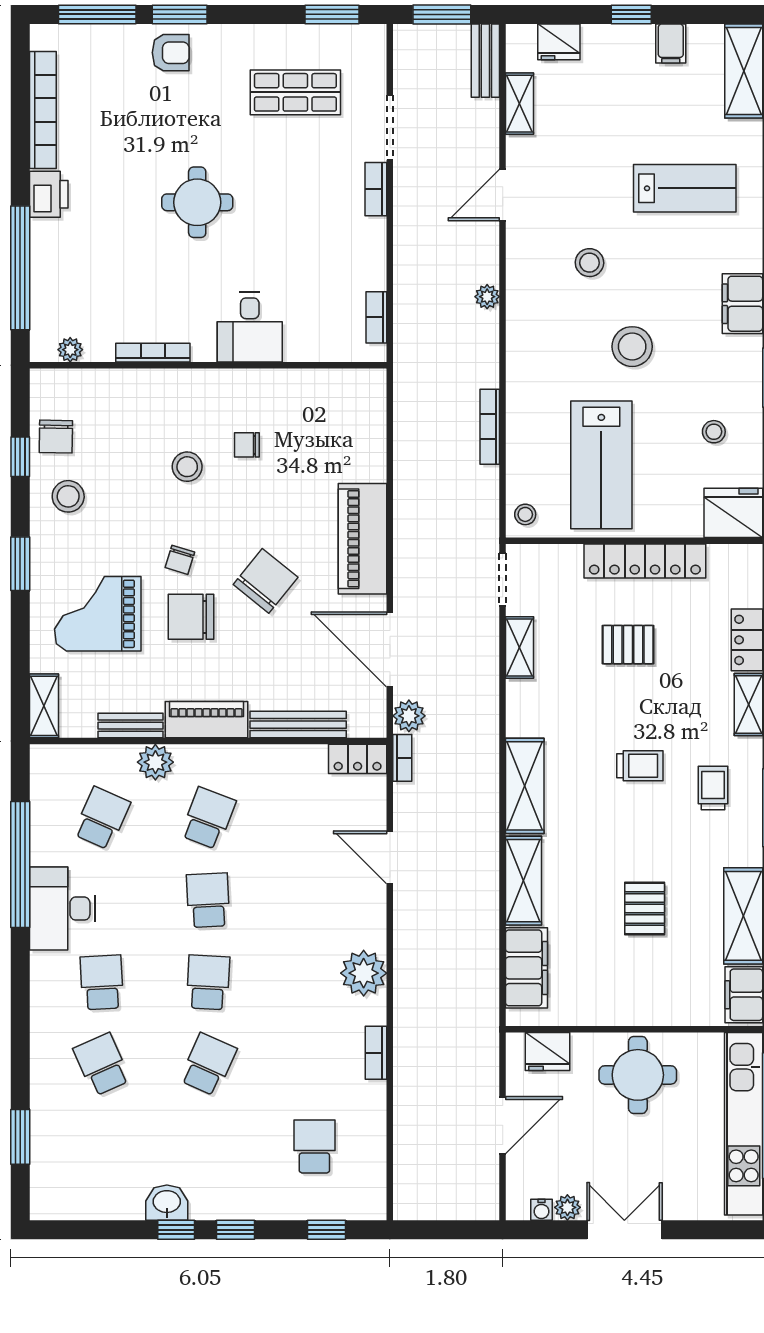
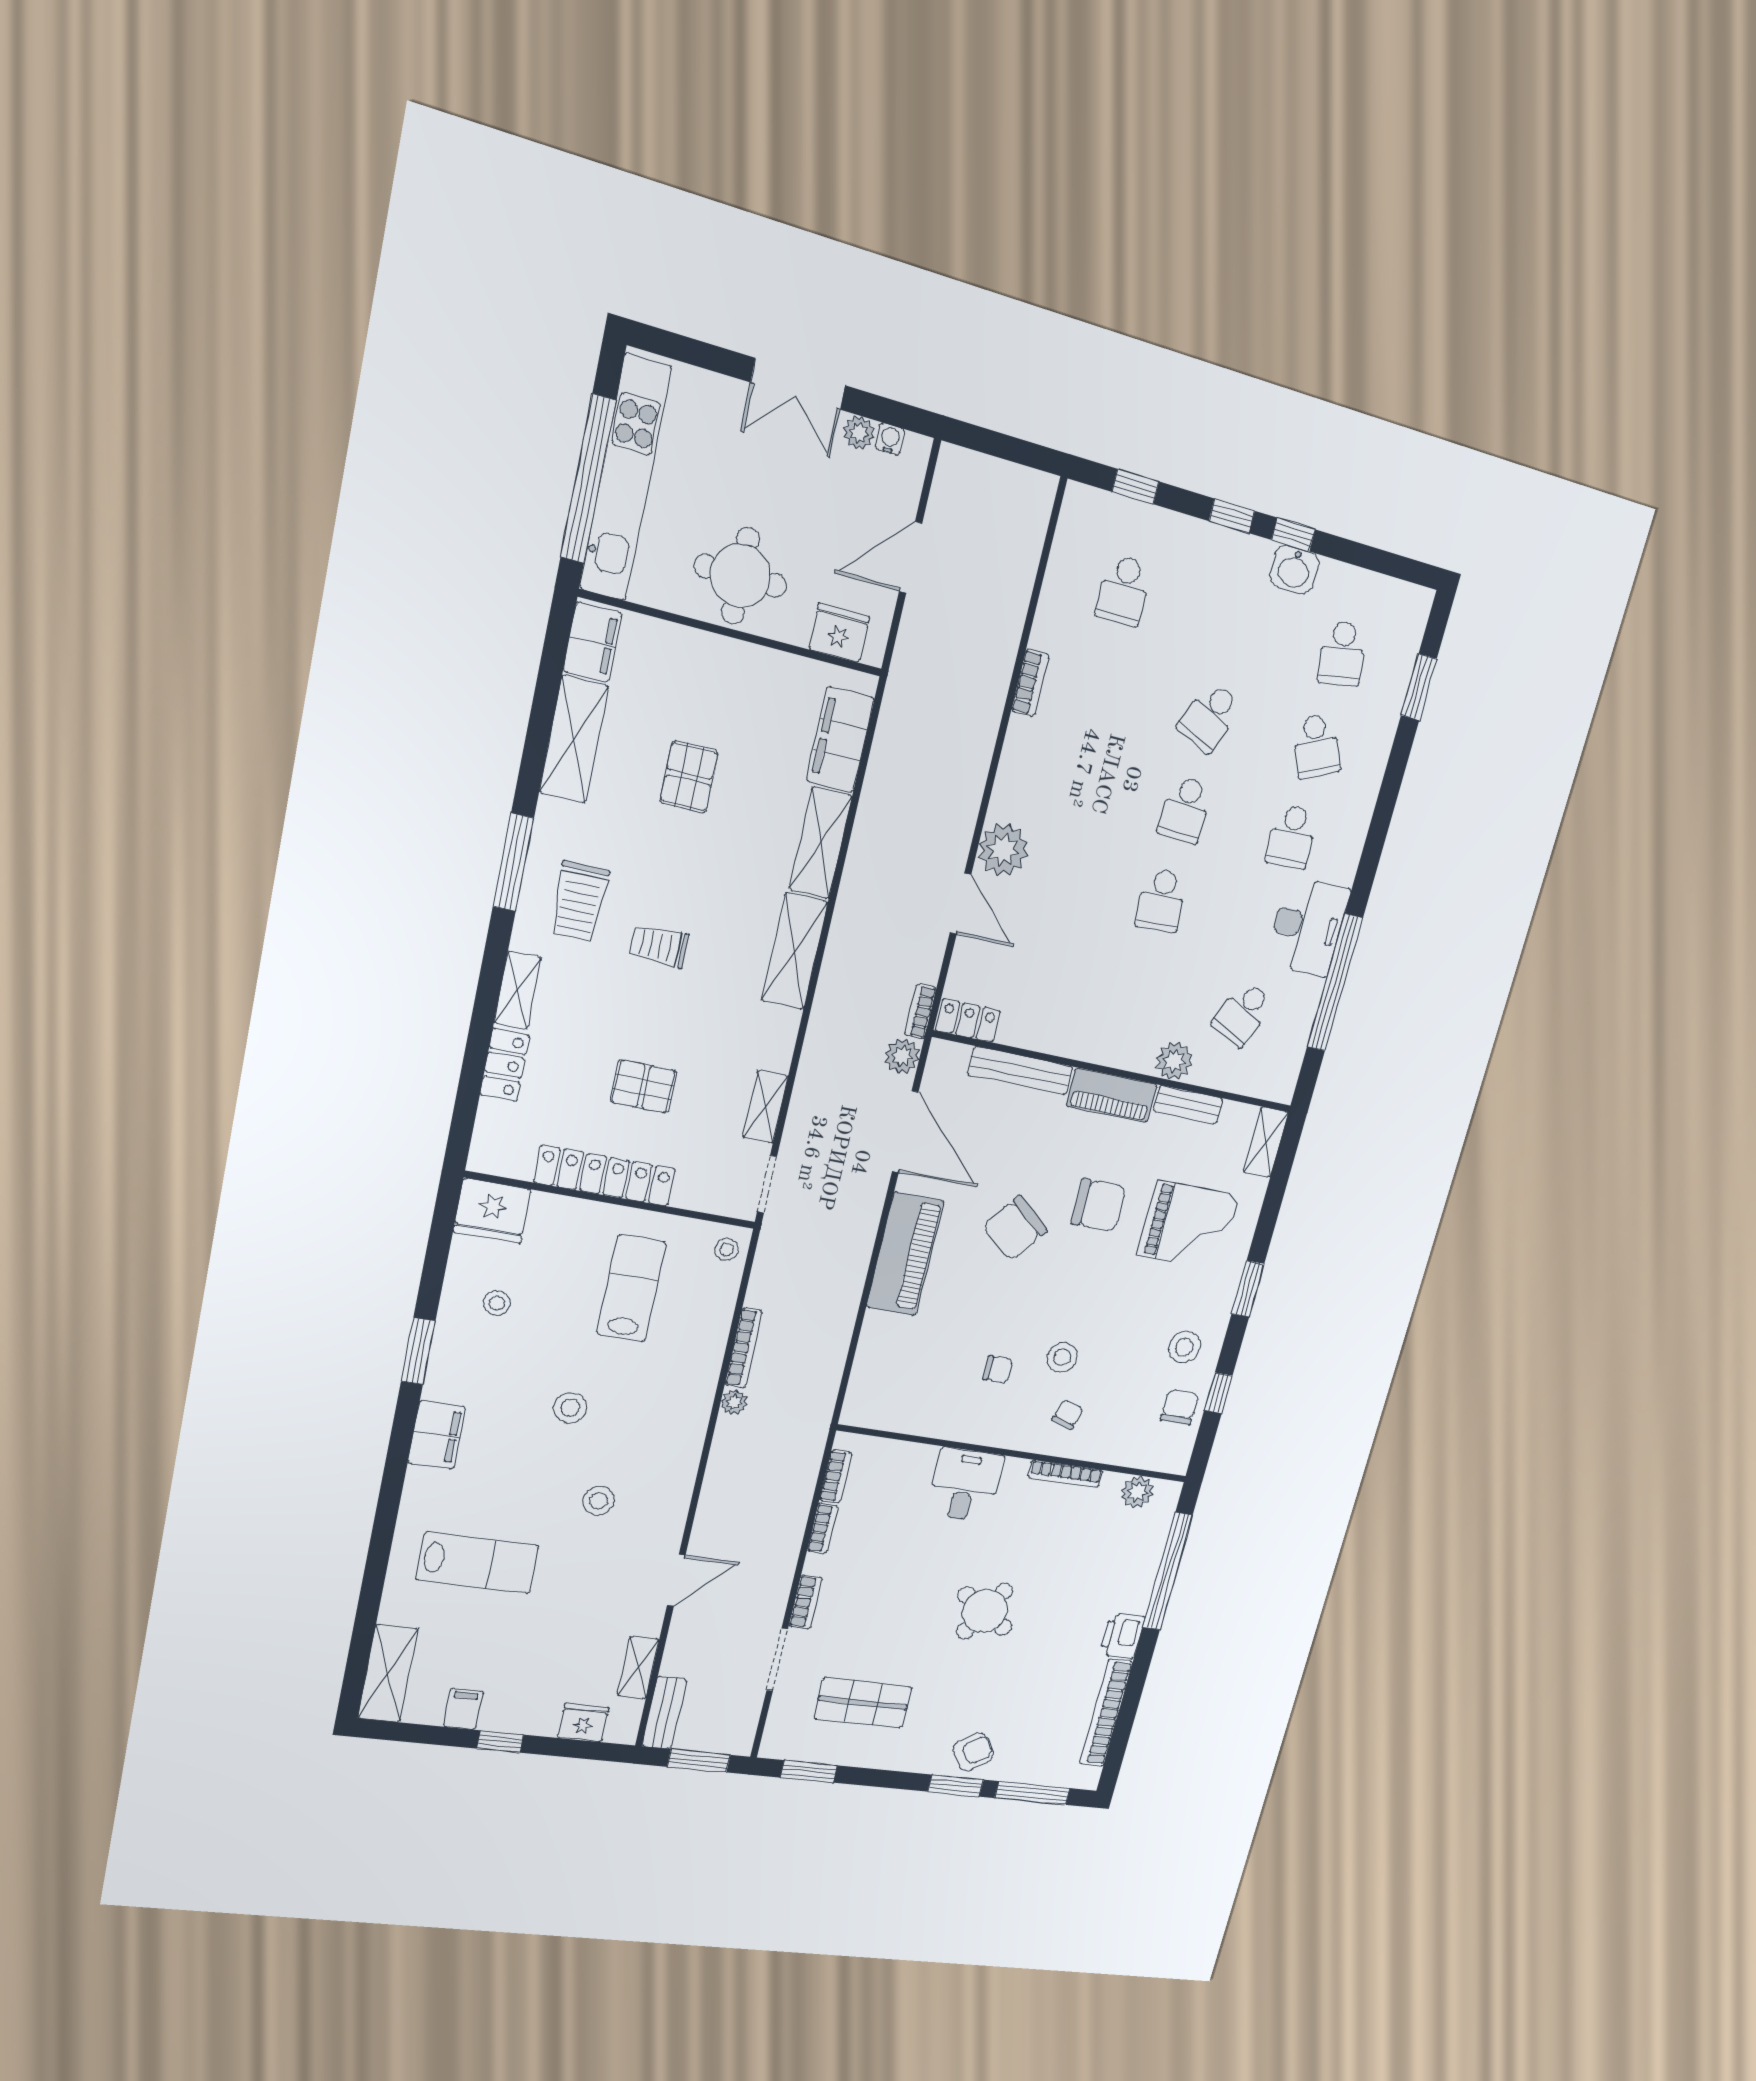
armchair: (171, 53) -> (973, 1752), turned 145
lab bench: (685, 188) -> (478, 1563), turned 180
round table: (197, 202) -> (985, 1611), turned 32
bookcase: (377, 265) -> (823, 1528), added
plant: (487, 297) -> (734, 1402), moved
stool: (632, 347) -> (570, 1408), width x0.73, depth x0.73
plant: (70, 350) -> (1137, 1492), width x1.38, depth x1.38
lab bench: (601, 465) -> (631, 1288), width x0.73, depth x0.72
chair: (180, 560) -> (1068, 1414), moved
trolley: (713, 788) -> (579, 901), width x1.36, depth x1.39
school desk: (208, 818) -> (1342, 653), moved, turned -30
plant: (364, 973) -> (1003, 850), moved

